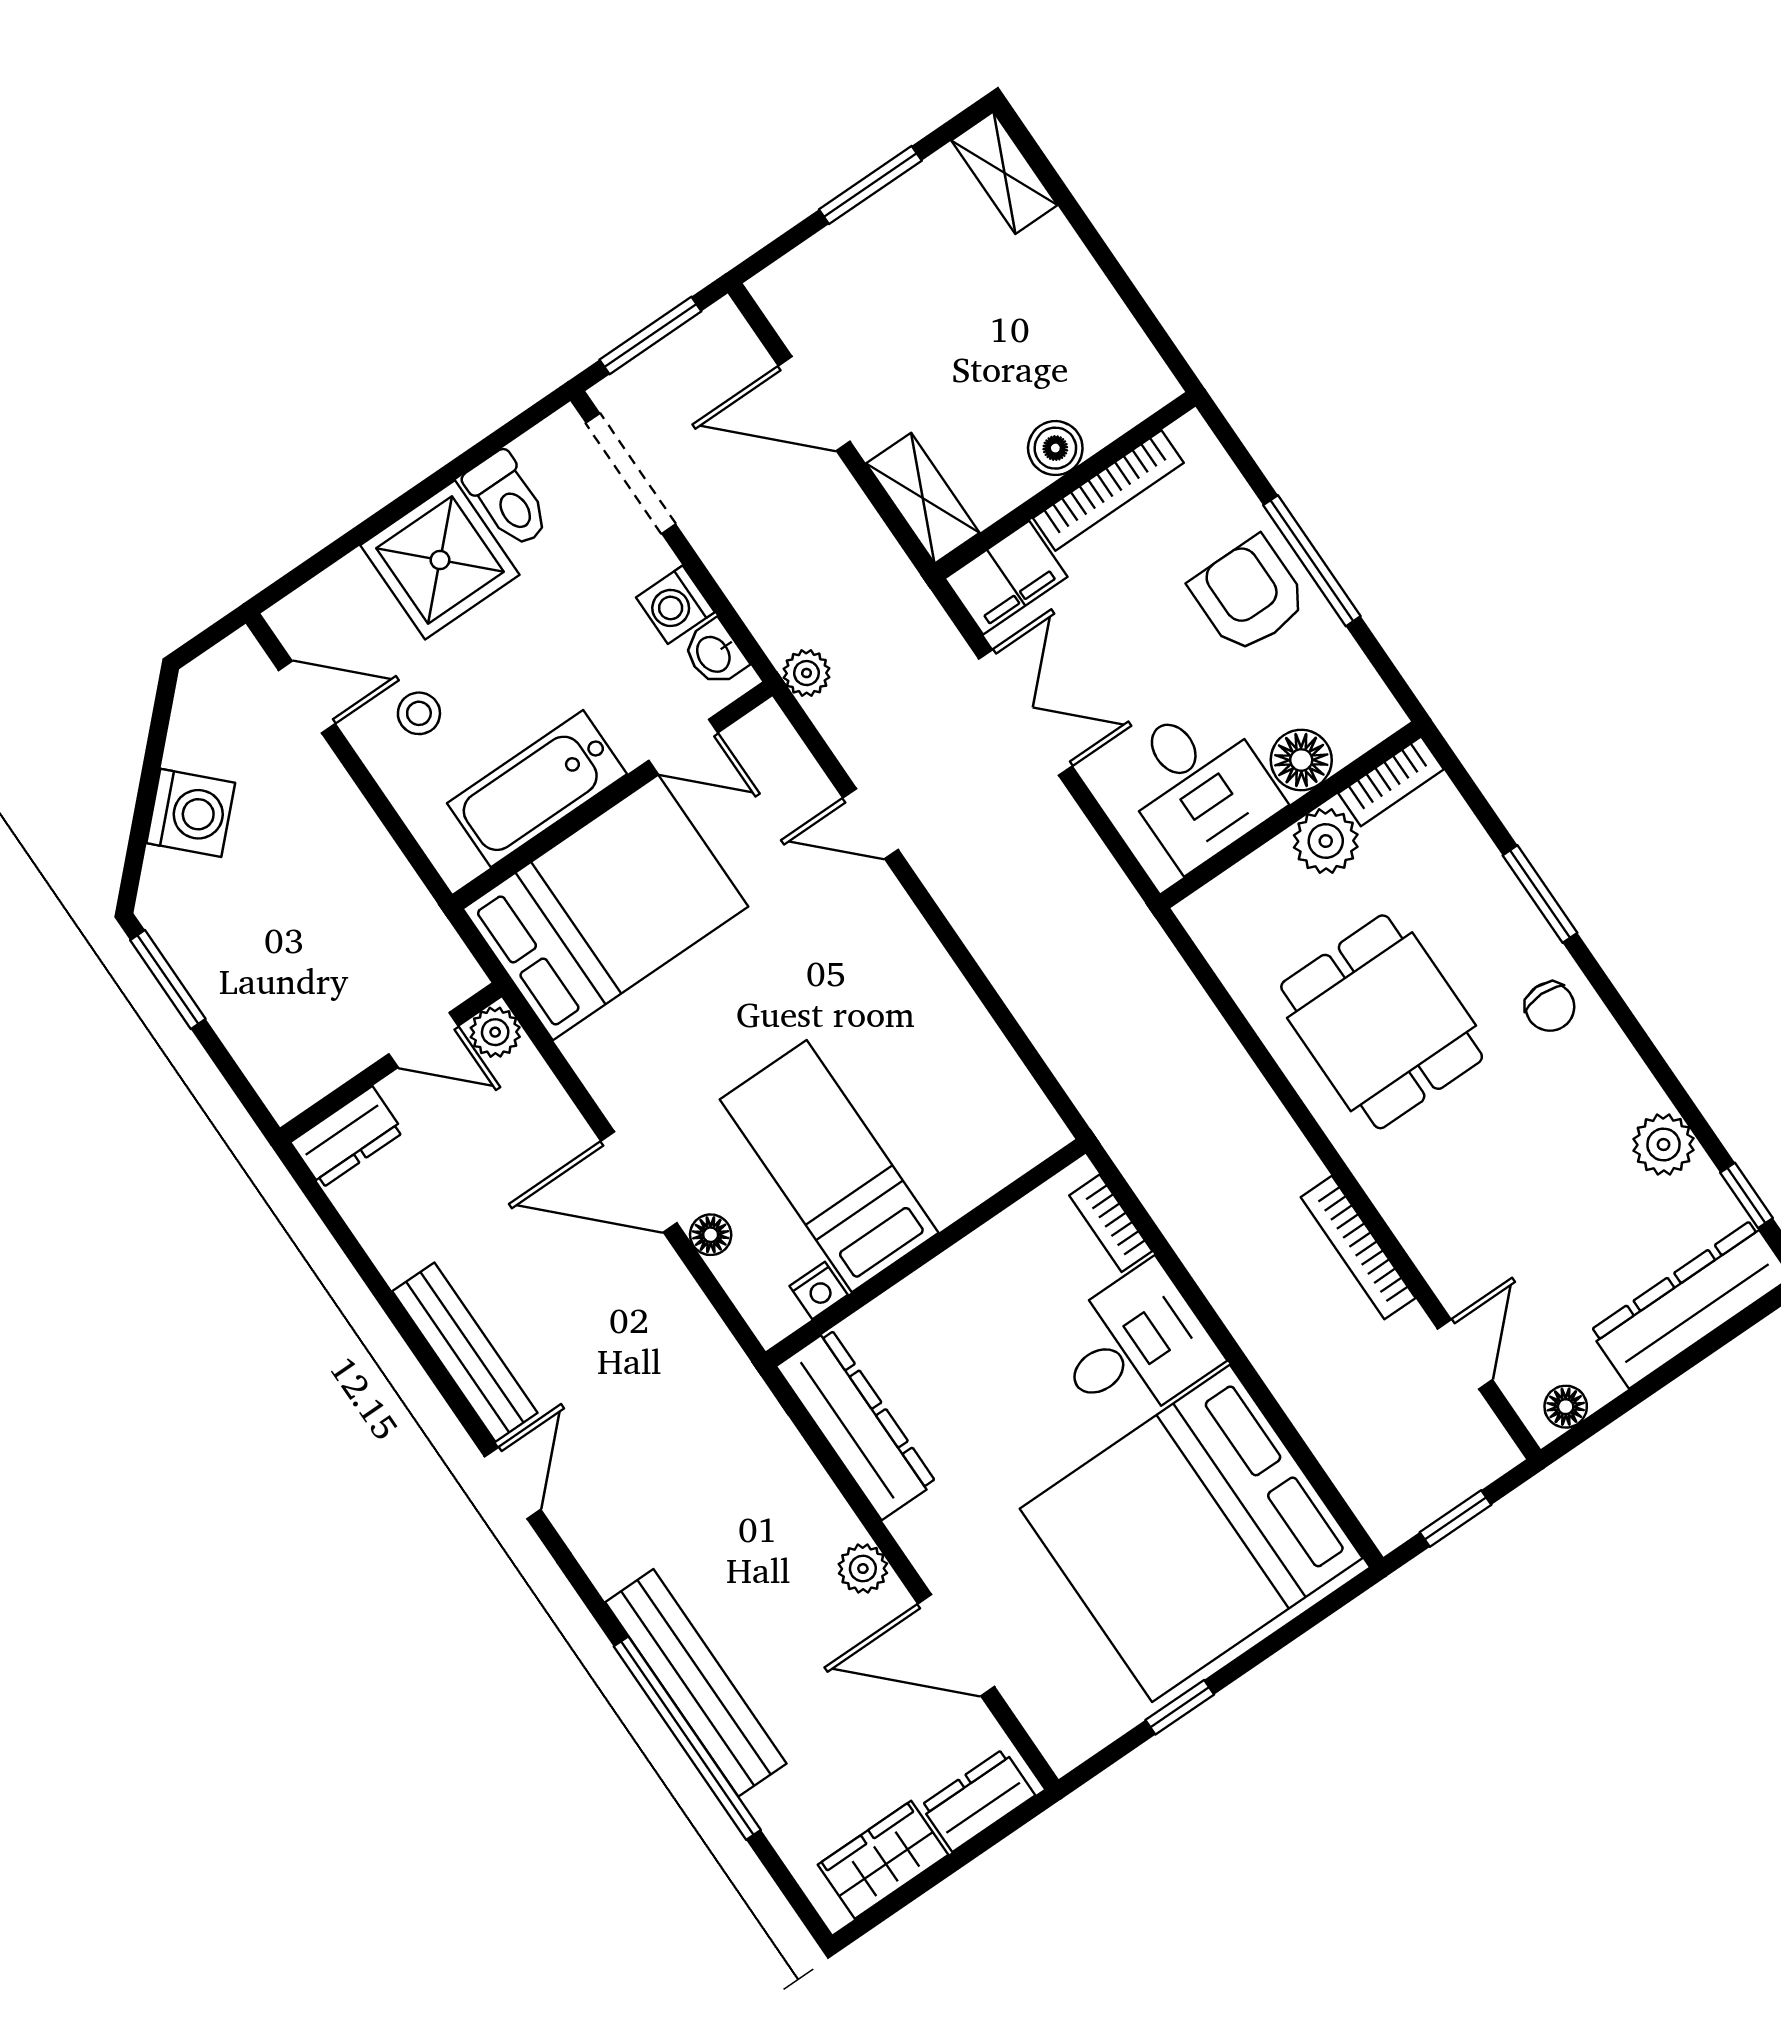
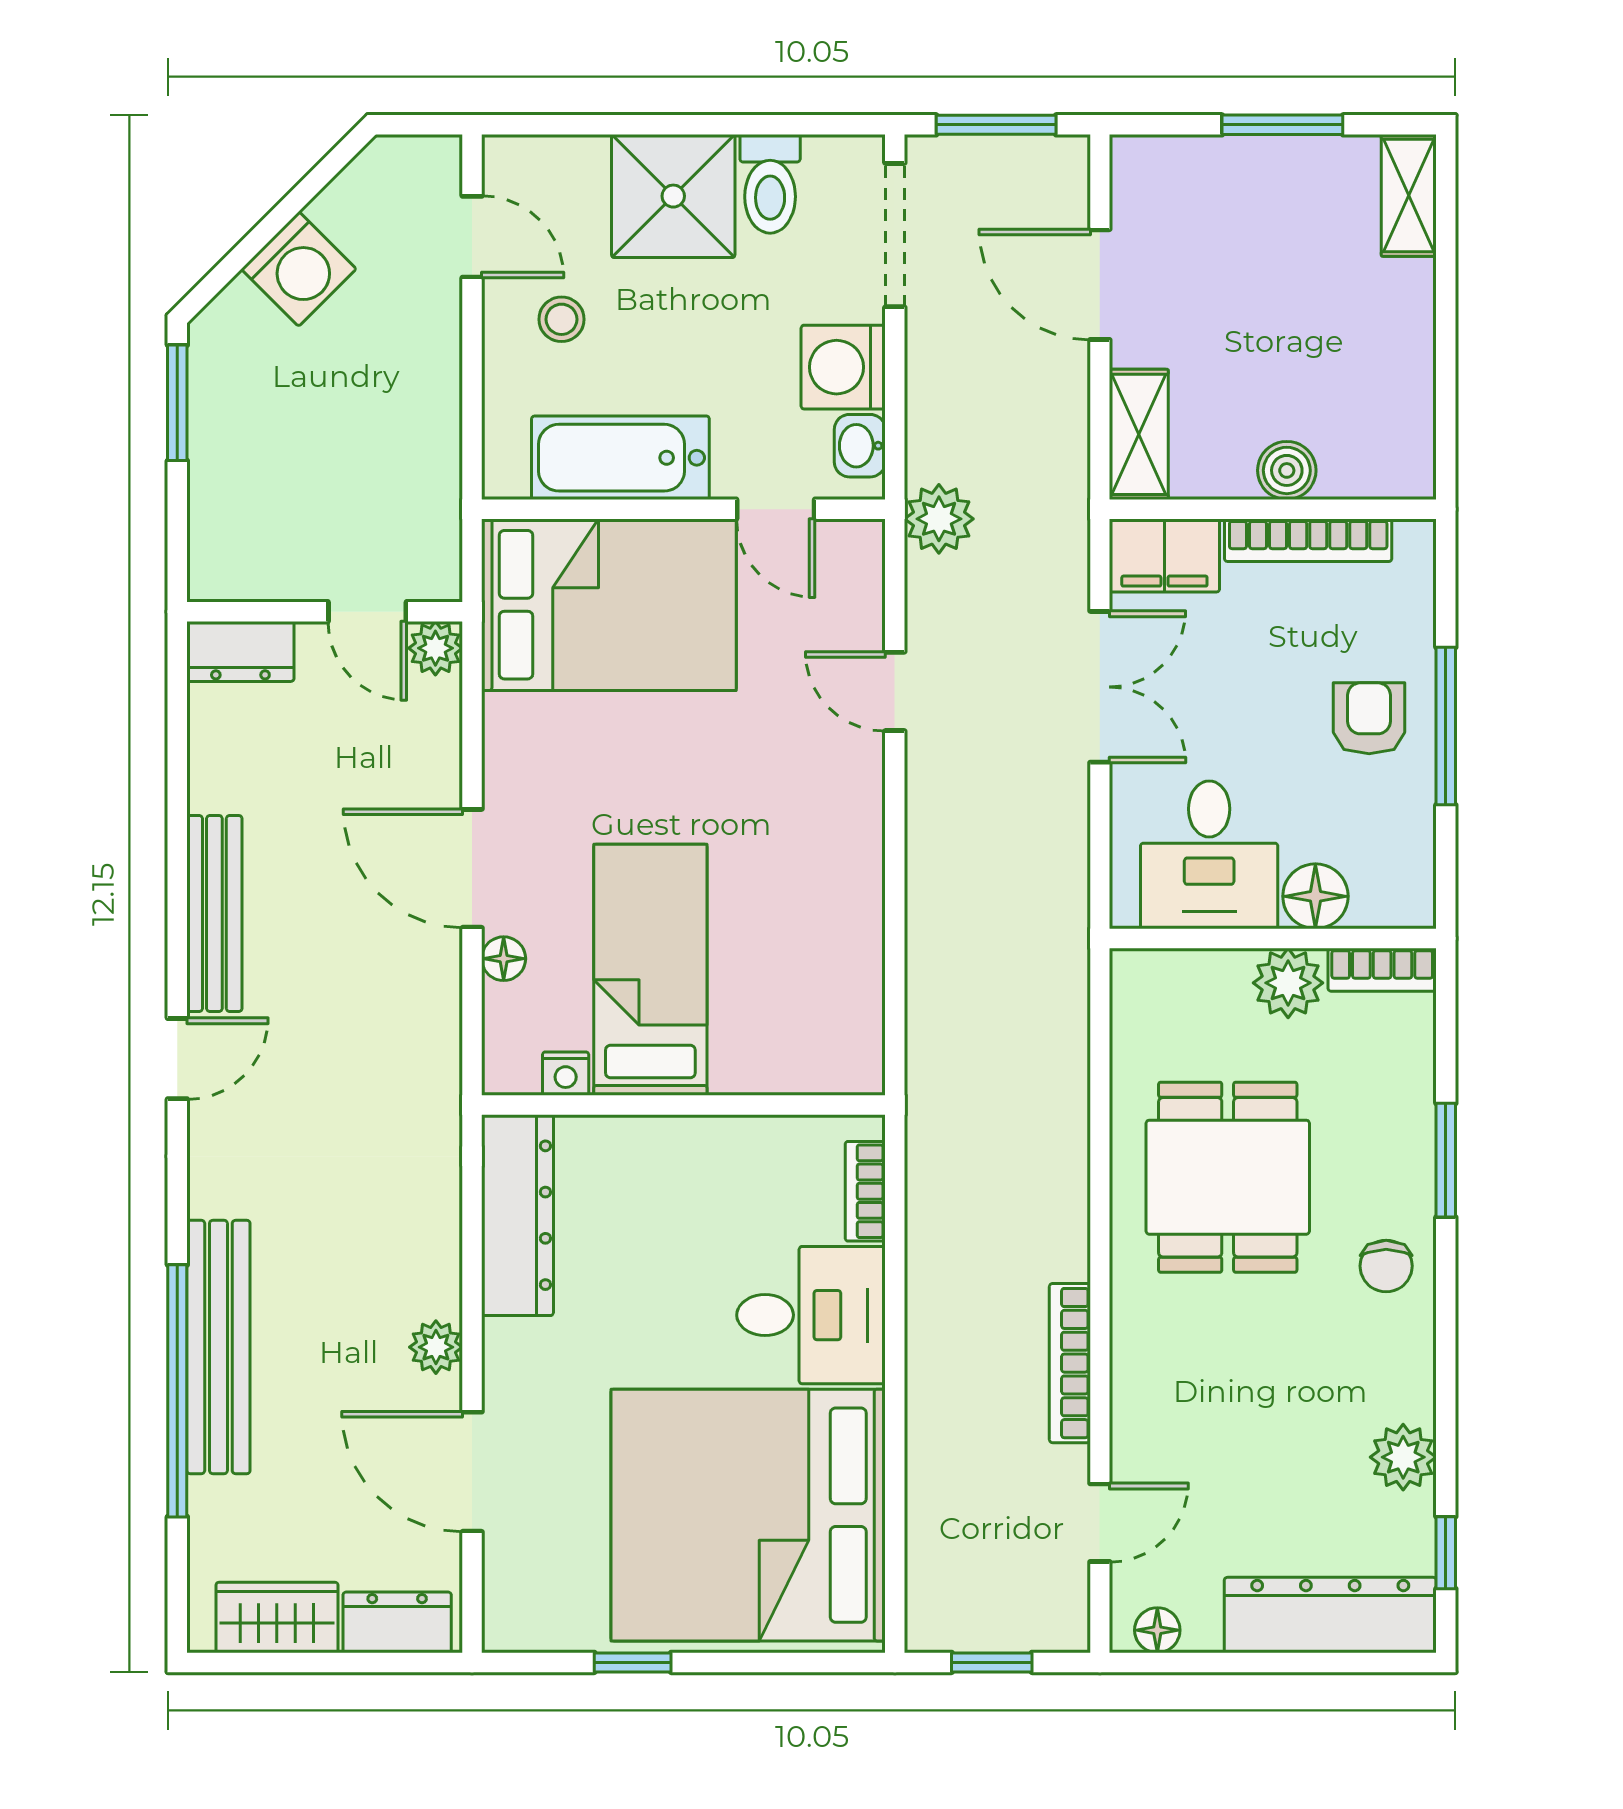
armchair: (1249, 595) -> (1369, 718), width x0.72, depth x0.72
washing machine: (675, 605) -> (843, 367), width x1.38, depth x1.38
plant: (806, 673) -> (939, 519), width x1.38, depth x1.38

